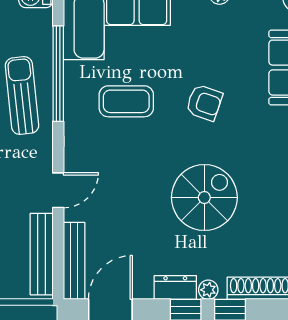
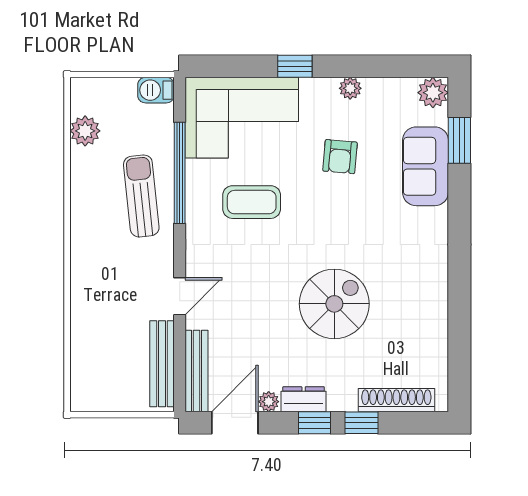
armchair: (204, 103) -> (340, 157), moved, turned 76
plant: (208, 290) -> (269, 402), moved

